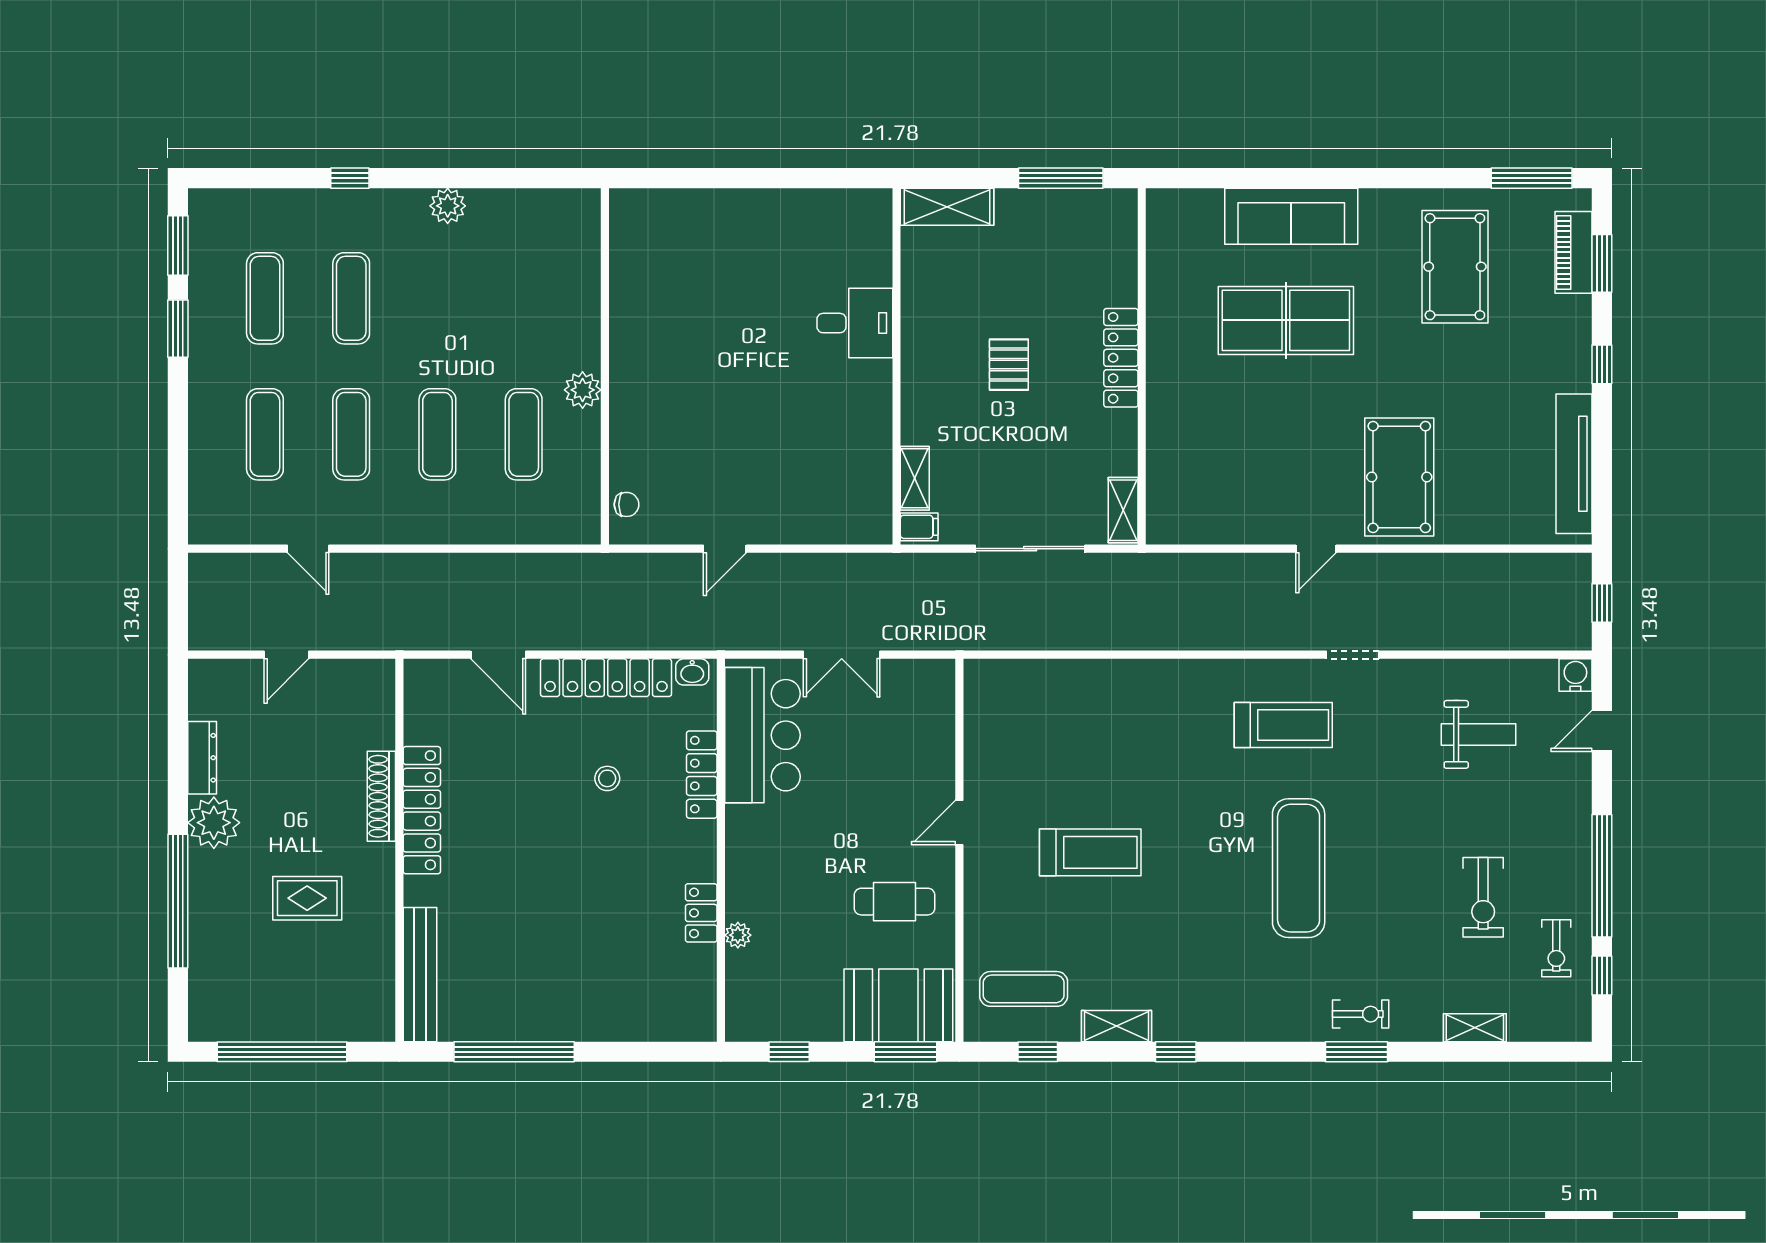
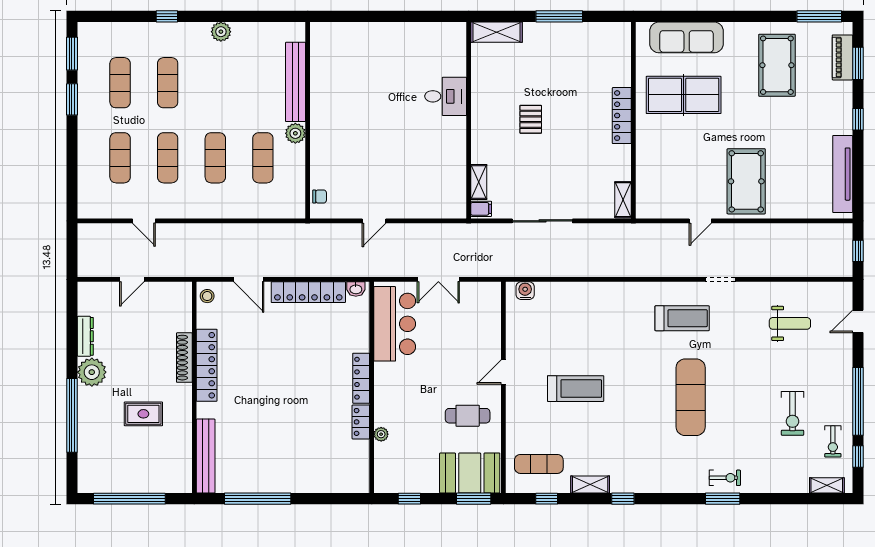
bench: (583, 297) -> (296, 82), added
locker: (1121, 358) -> (622, 116), moved
wall: (1142, 366) -> (633, 120), moved
shelving: (1123, 510) -> (623, 200), moved
water cooler: (1575, 675) -> (525, 291), moved
locker: (702, 775) -> (361, 378), moved
stool: (607, 778) -> (207, 296), moved
shelving: (1475, 1028) -> (827, 485), moved

